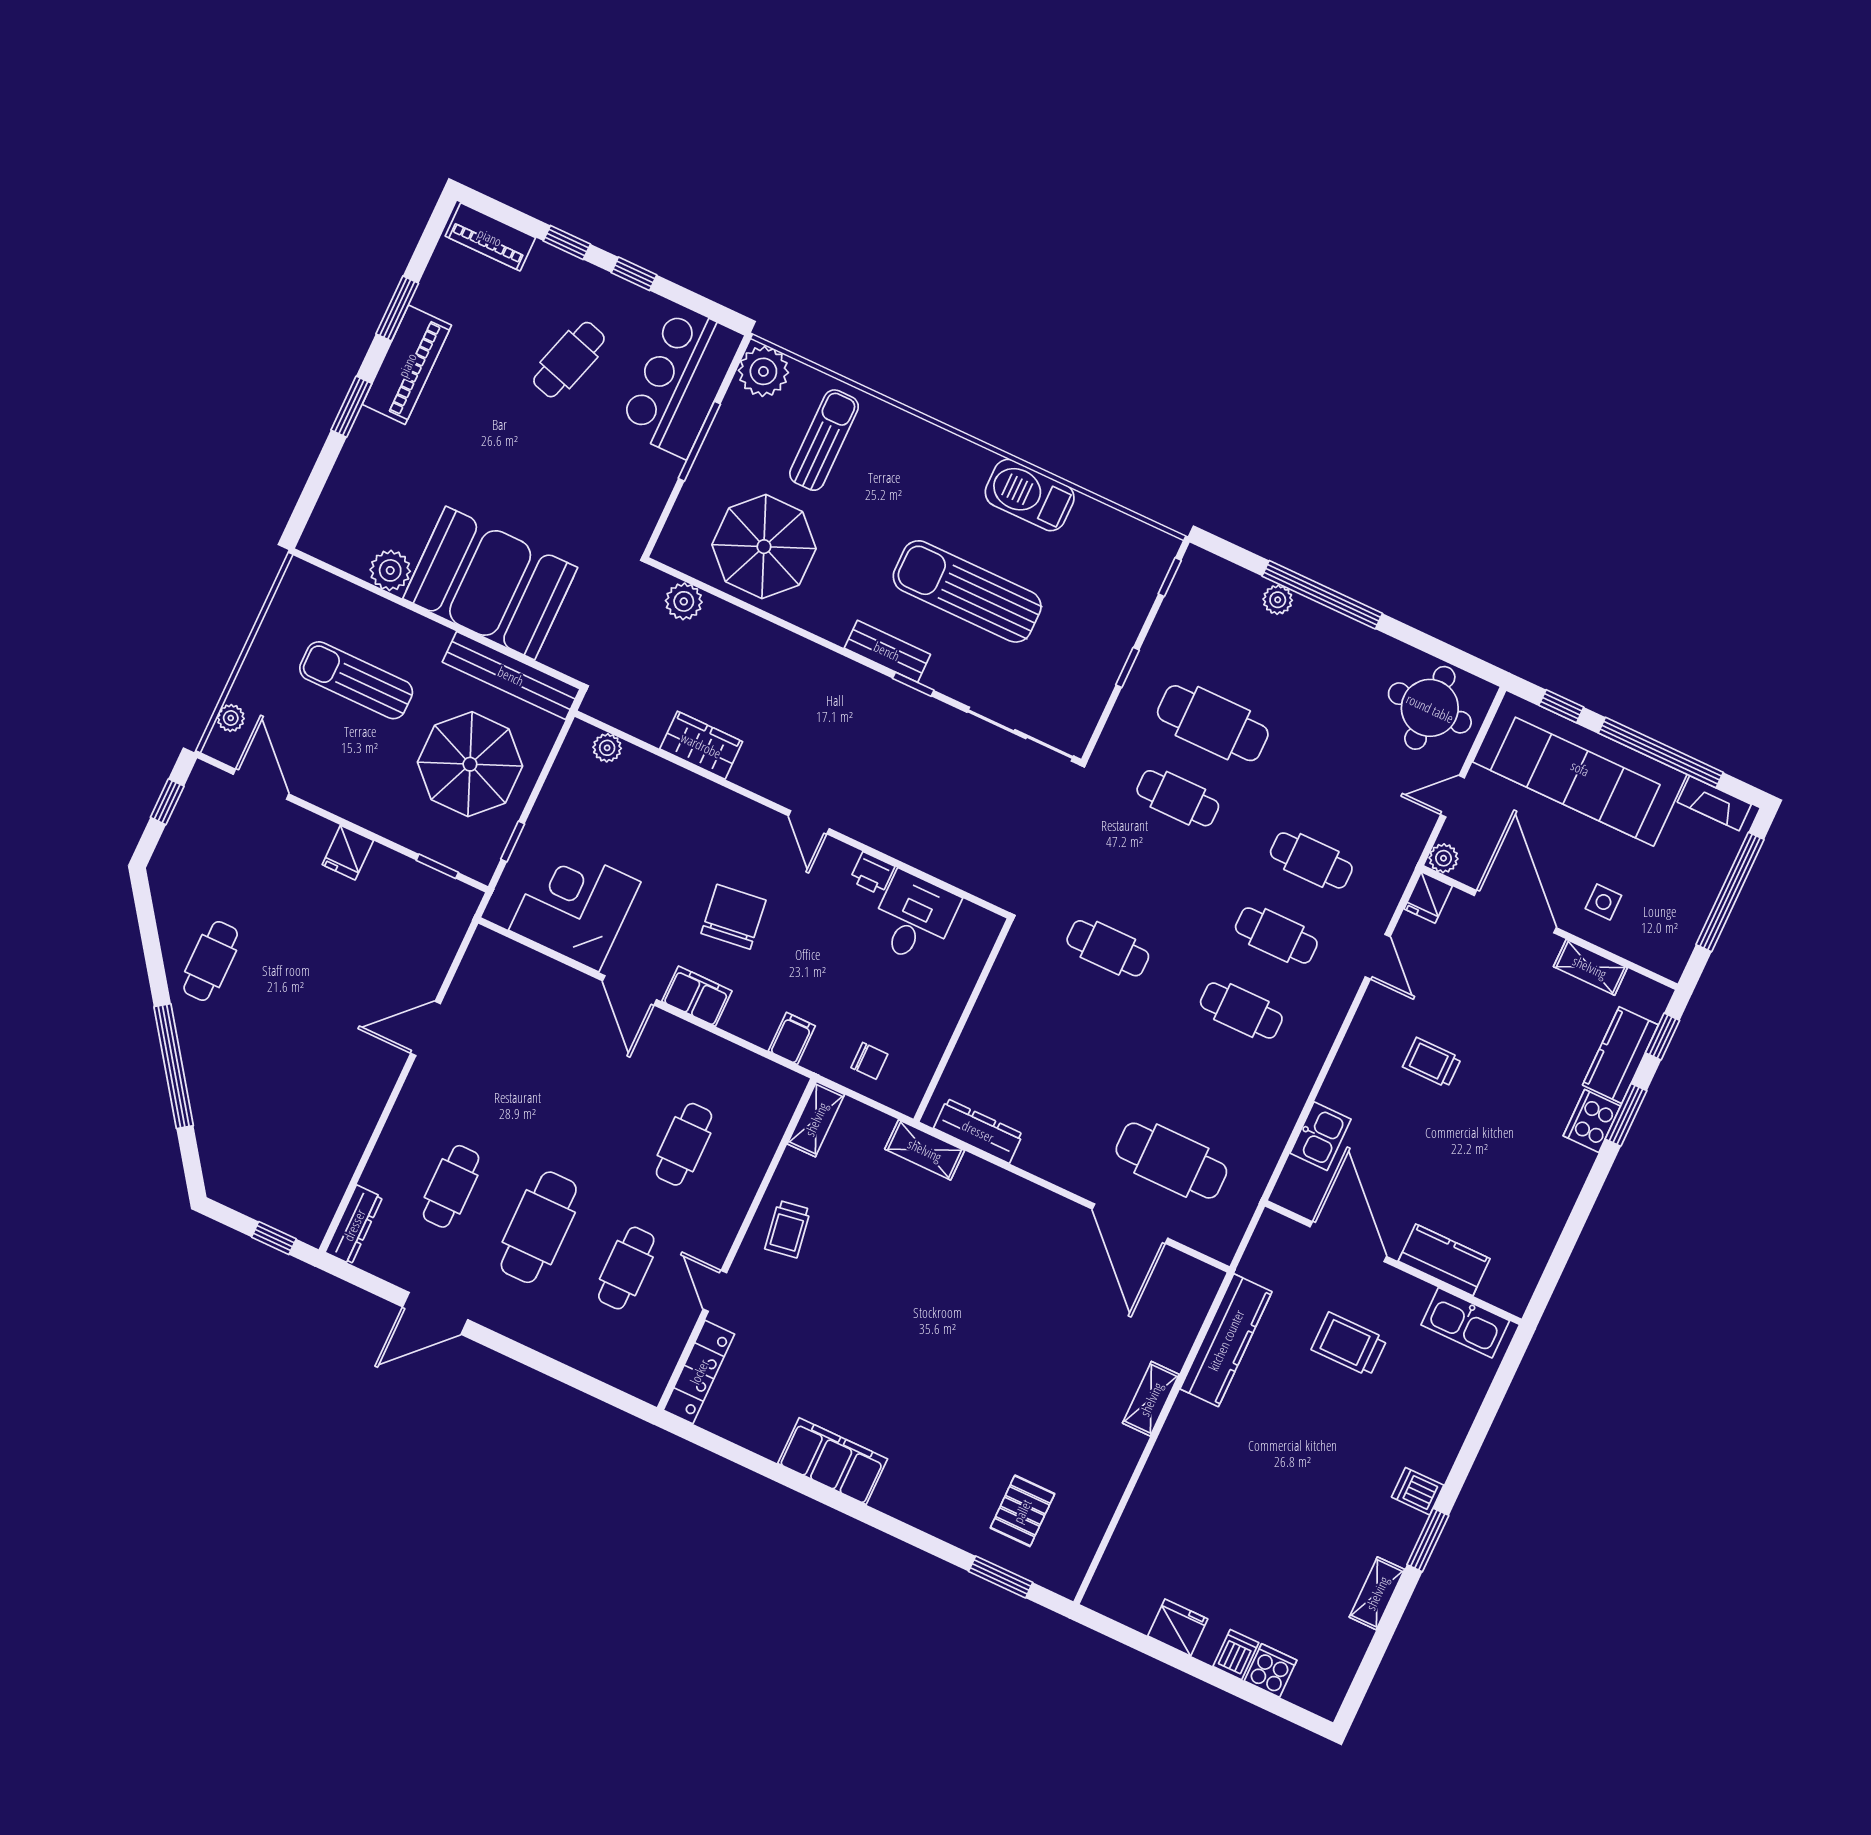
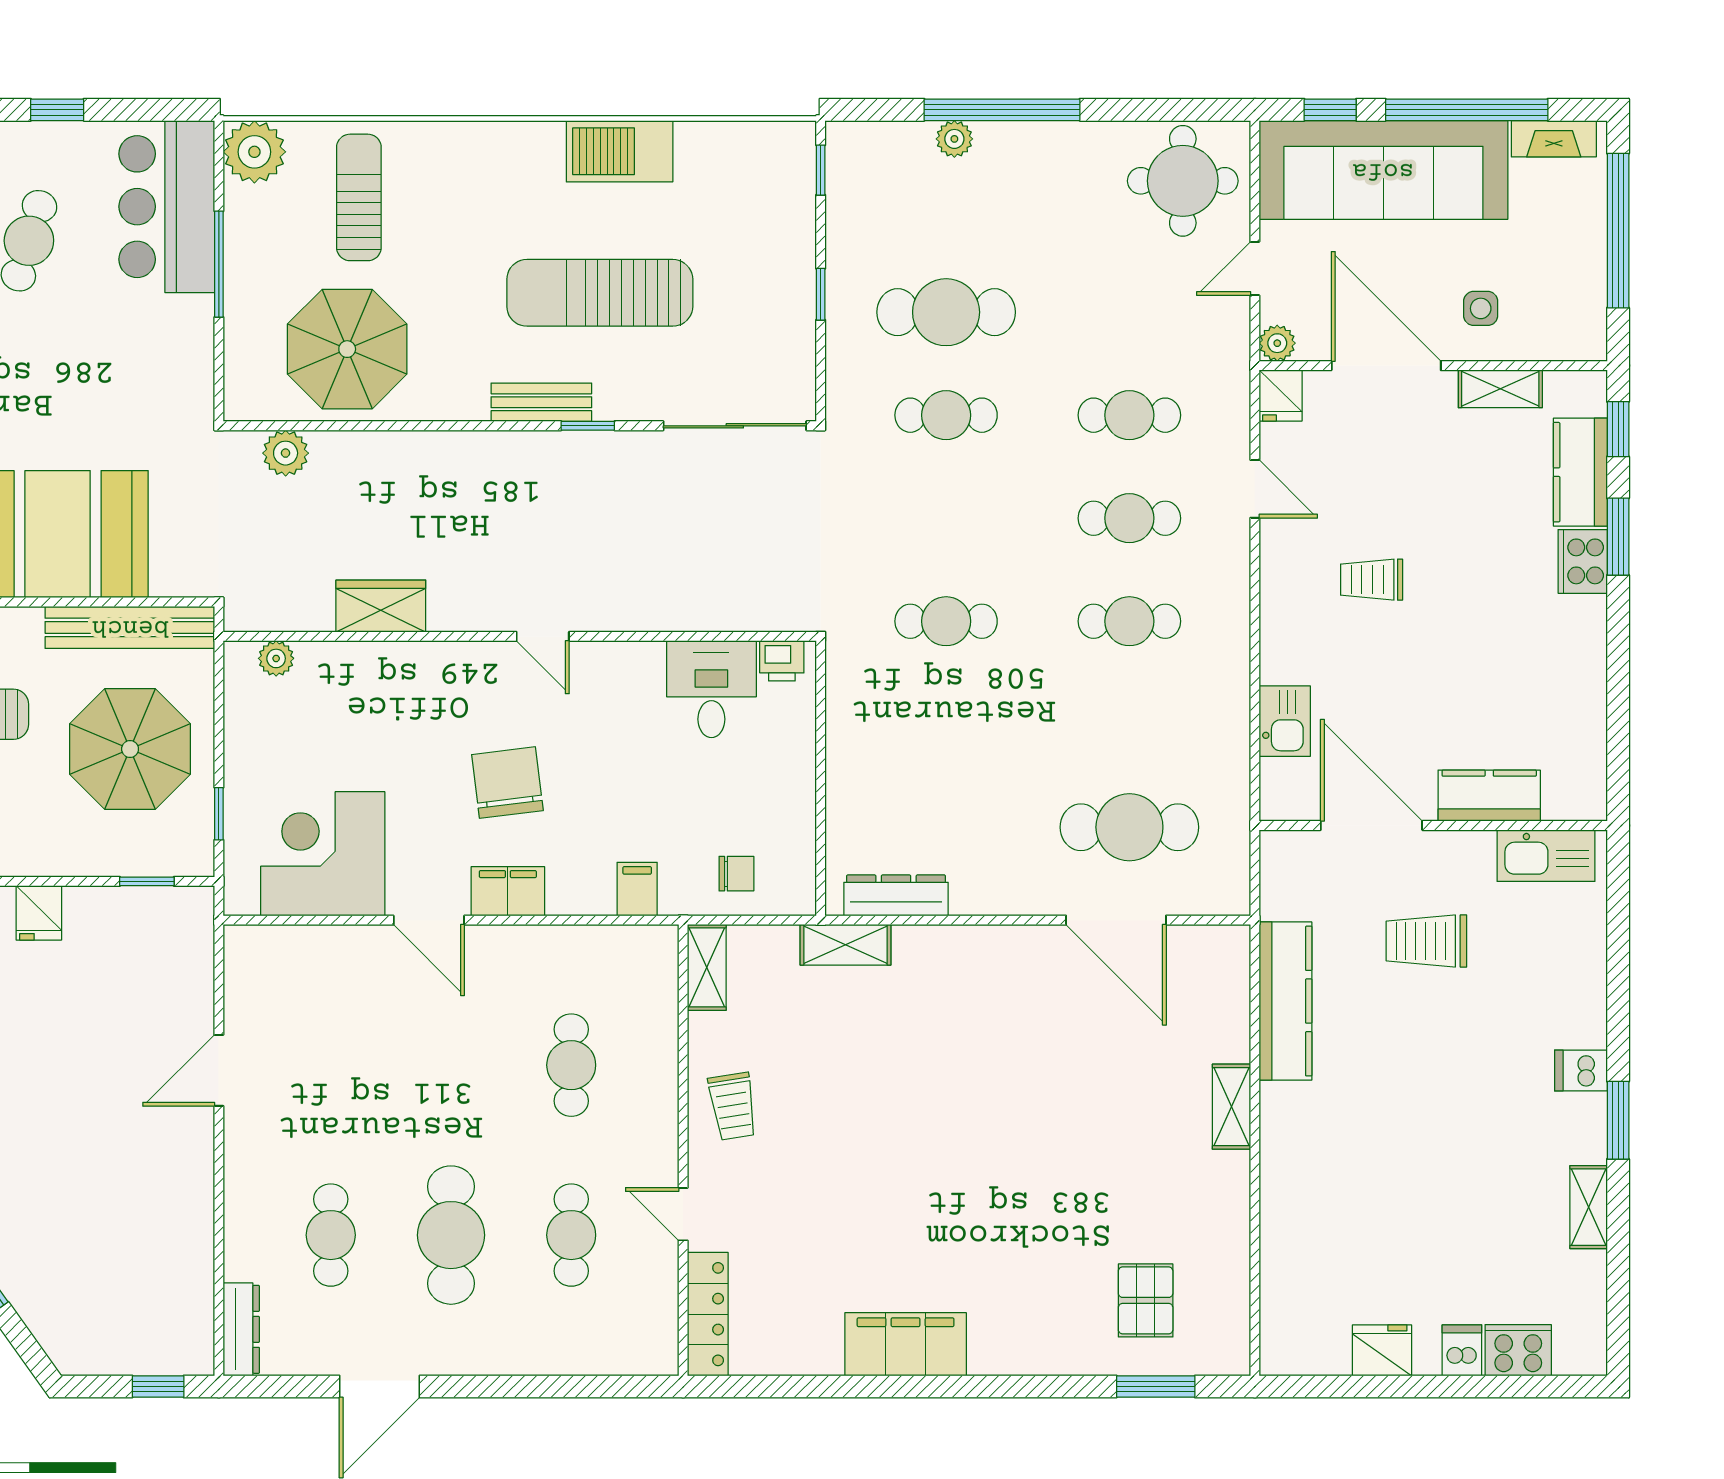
printer: (872, 873) -> (782, 661), moved
cooker: (1271, 1671) -> (1518, 1350), width x1.36

